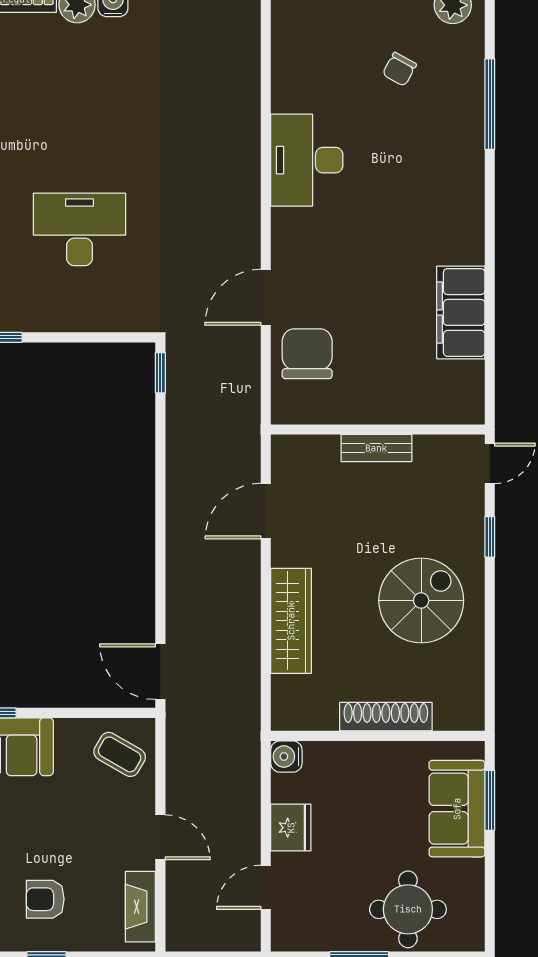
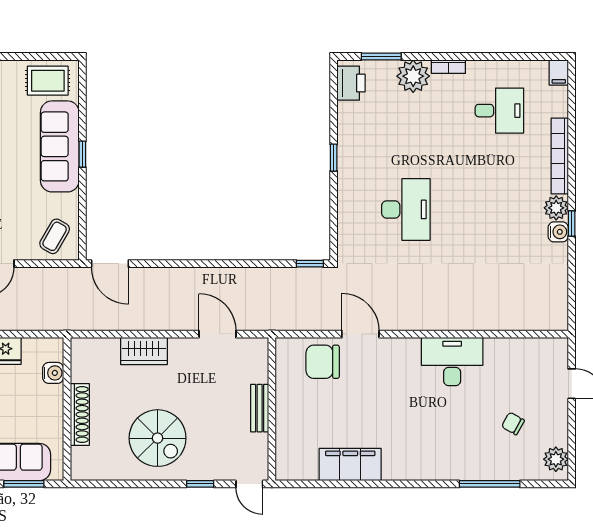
chair: (307, 354) -> (323, 362), turned 180
wardrobe: (291, 621) -> (144, 351), width x0.67
door: (160, 672) -> (110, 264), swing flipped
water cooler: (286, 757) -> (53, 373), moved, turned 90

